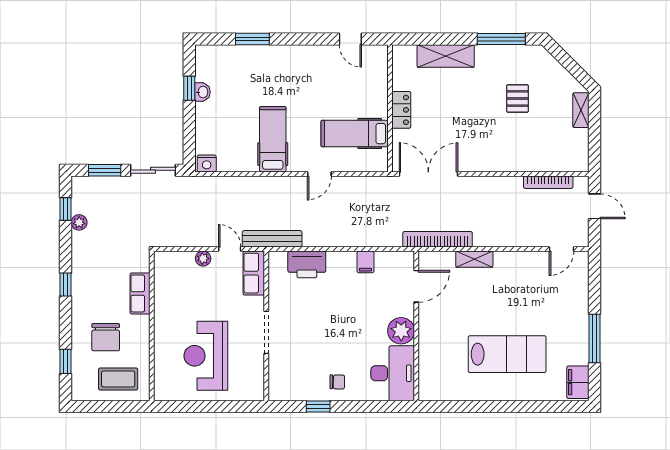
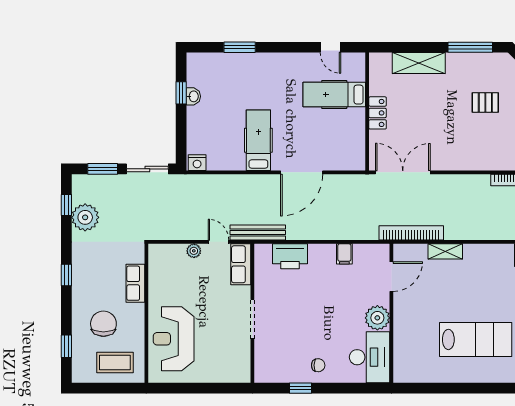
pallet: (517, 99) -> (485, 102), turned 90
hospital bed: (355, 134) -> (334, 95), moved
door: (319, 174) -> (302, 172), width x1.88
plant: (79, 222) -> (85, 217), width x1.88, depth x1.88
chair: (106, 337) -> (103, 324), turned 180
reception desk: (206, 356) -> (174, 339), moved

